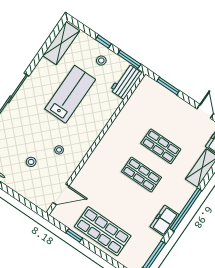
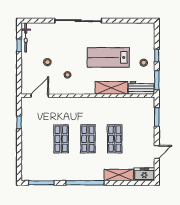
shelving: (61, 43) -> (111, 88), moved
lab bench: (70, 94) -> (108, 57), turned 180
door: (61, 194) -> (40, 96), swing flipped
freezer: (164, 221) -> (68, 174), removed
shop shelf: (103, 231) -> (61, 139), moved, width x0.70, depth x0.74

